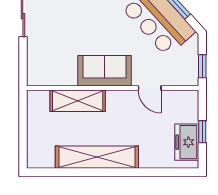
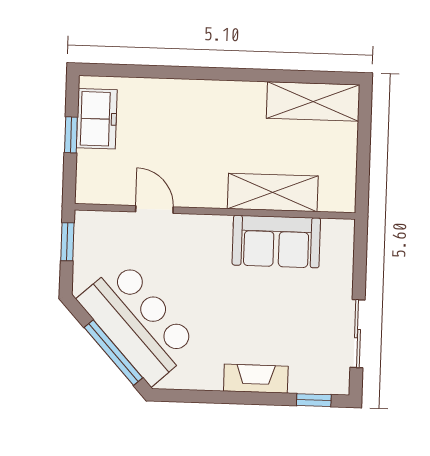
sofa: (104, 71) -> (276, 242), moved
shelving: (97, 157) -> (313, 101), moved, width x0.68

